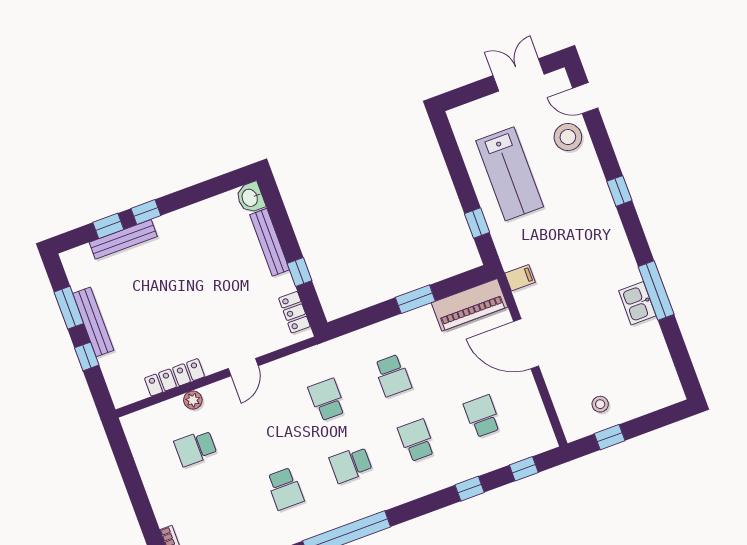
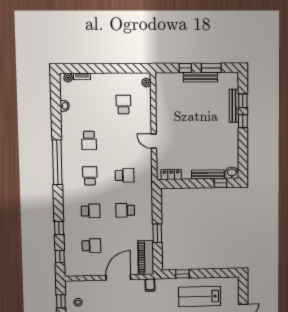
window: (300, 272) -> (221, 183), moved
locker: (175, 377) -> (161, 107), removed
plant: (193, 400) -> (146, 83), moved
school desk: (285, 489) -> (89, 140), turned -90

